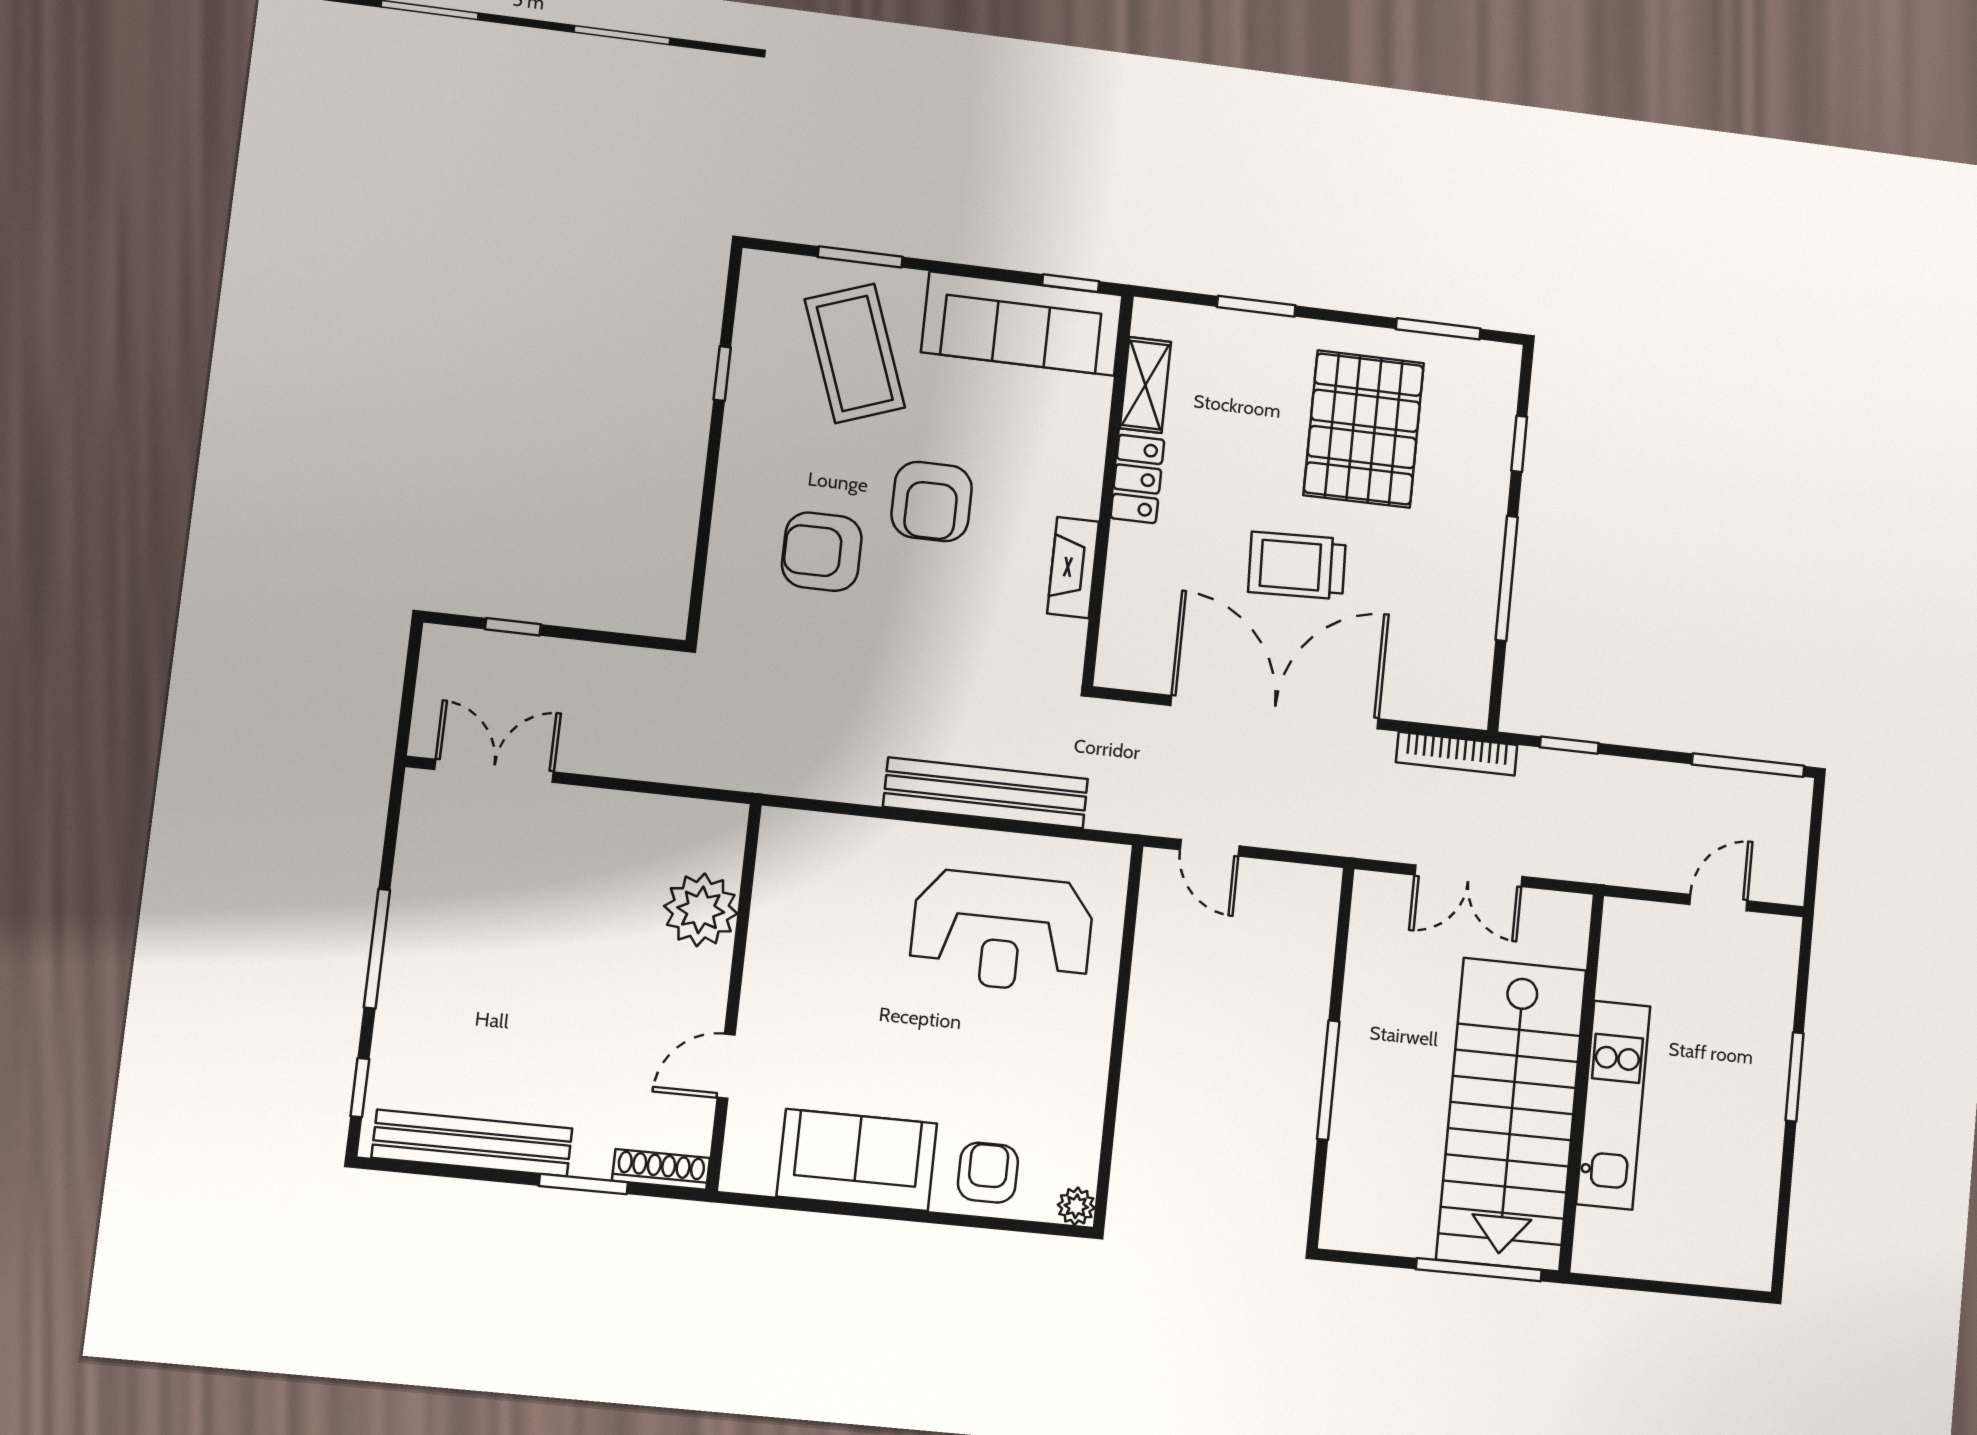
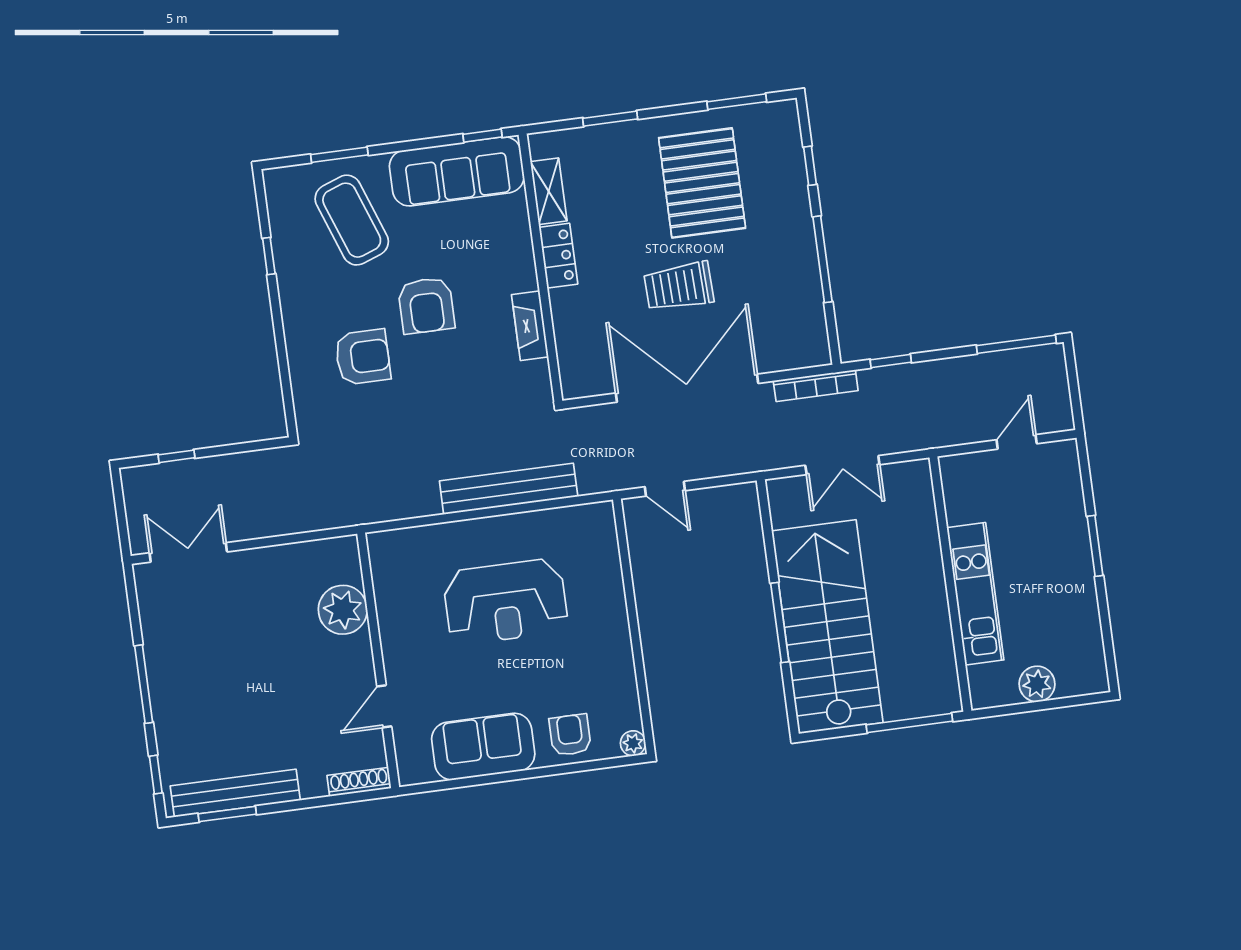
armchair: (822, 552) -> (363, 357), turned 180
reception desk: (1002, 931) -> (506, 602), moved
stairs: (1511, 1114) -> (827, 627), moved, turned 180
window: (583, 1184) -> (227, 814), moved
plant: (1671, 1256) -> (1037, 684), added

